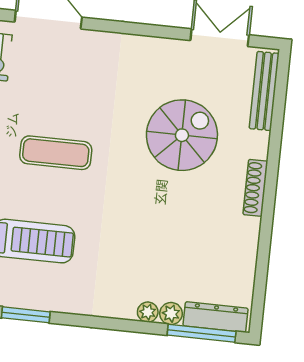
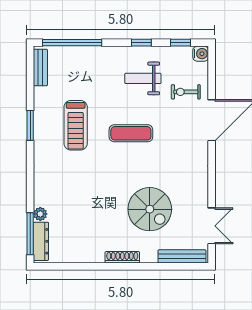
exercise mat: (56, 153) -> (131, 133), turned 90
plant: (148, 312) -> (40, 200), removed

